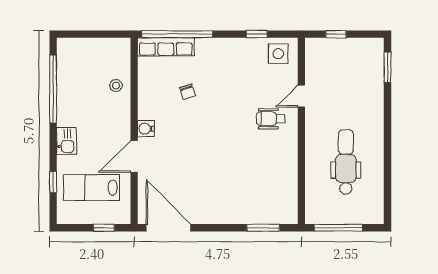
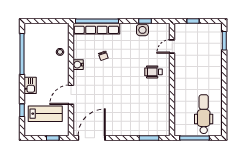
row of seats: (166, 47) -> (96, 29), width x1.36
side table: (278, 54) -> (142, 30), moved
door: (301, 96) -> (172, 46), moved
water cooler: (146, 129) -> (78, 65), moved
dental chair: (346, 162) -> (204, 114), moved
lab bench: (91, 188) -> (45, 114), turned 180
door: (168, 228) -> (92, 138), hinge flipped

